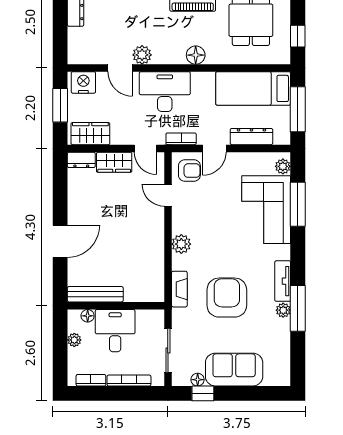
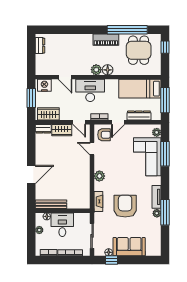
window: (298, 36) -> (165, 47), moved
plant: (142, 55) -> (96, 70), moved

